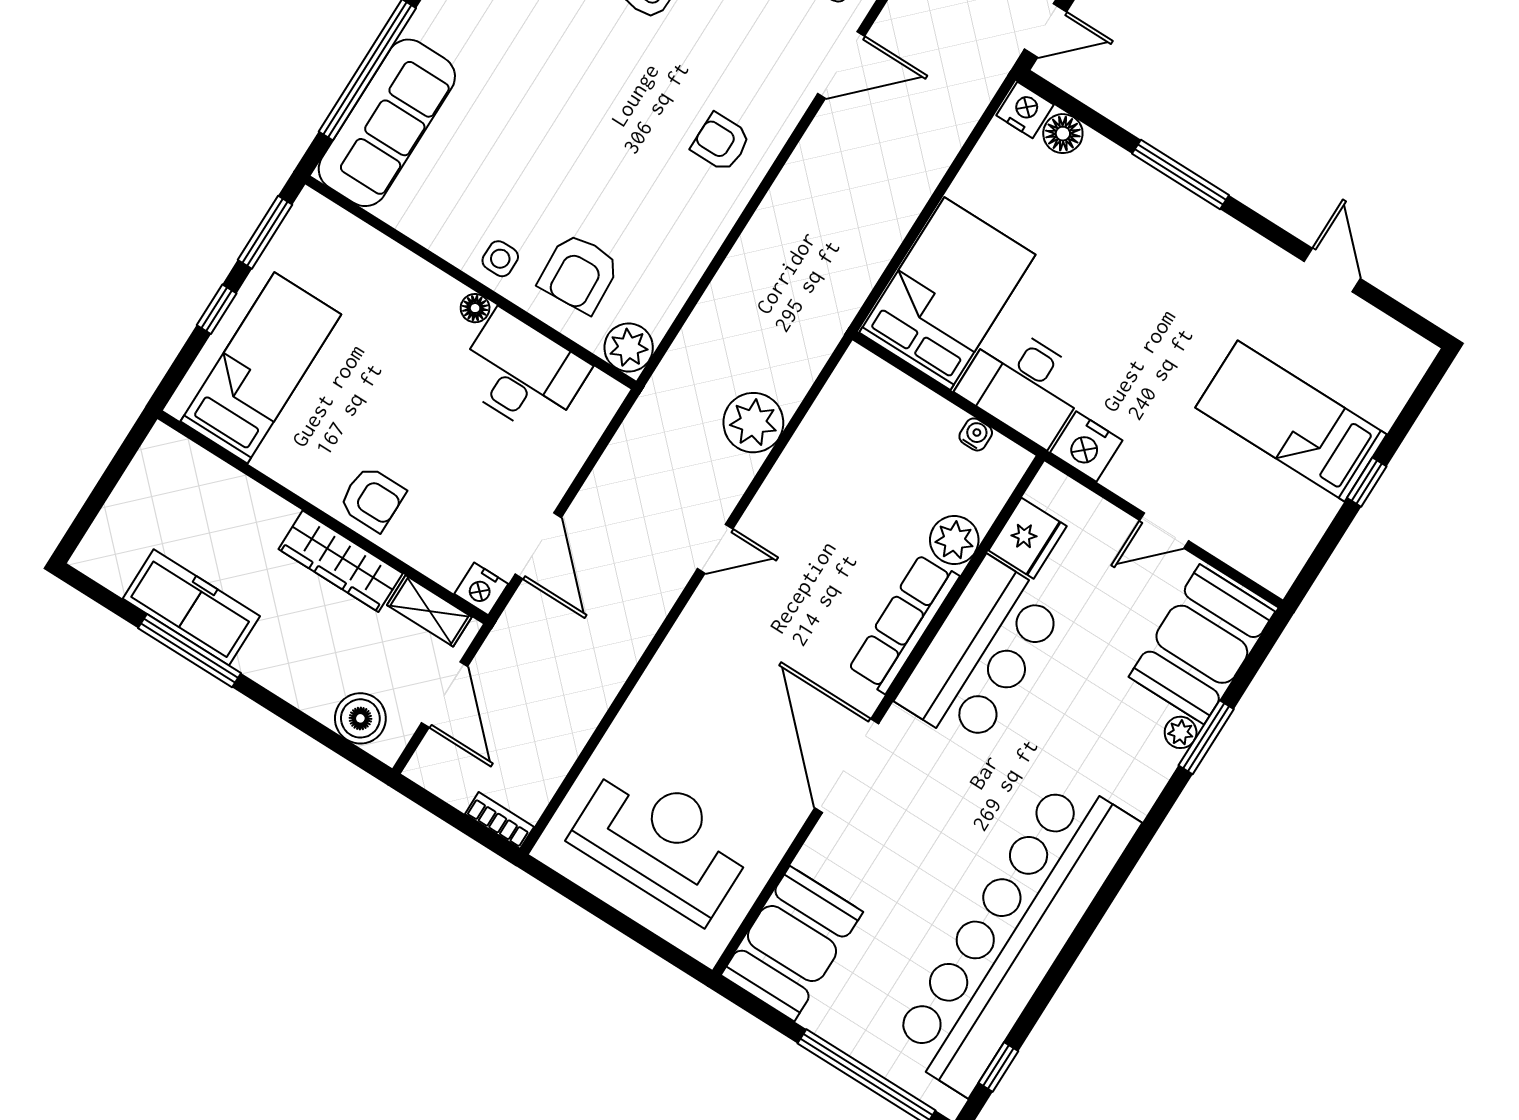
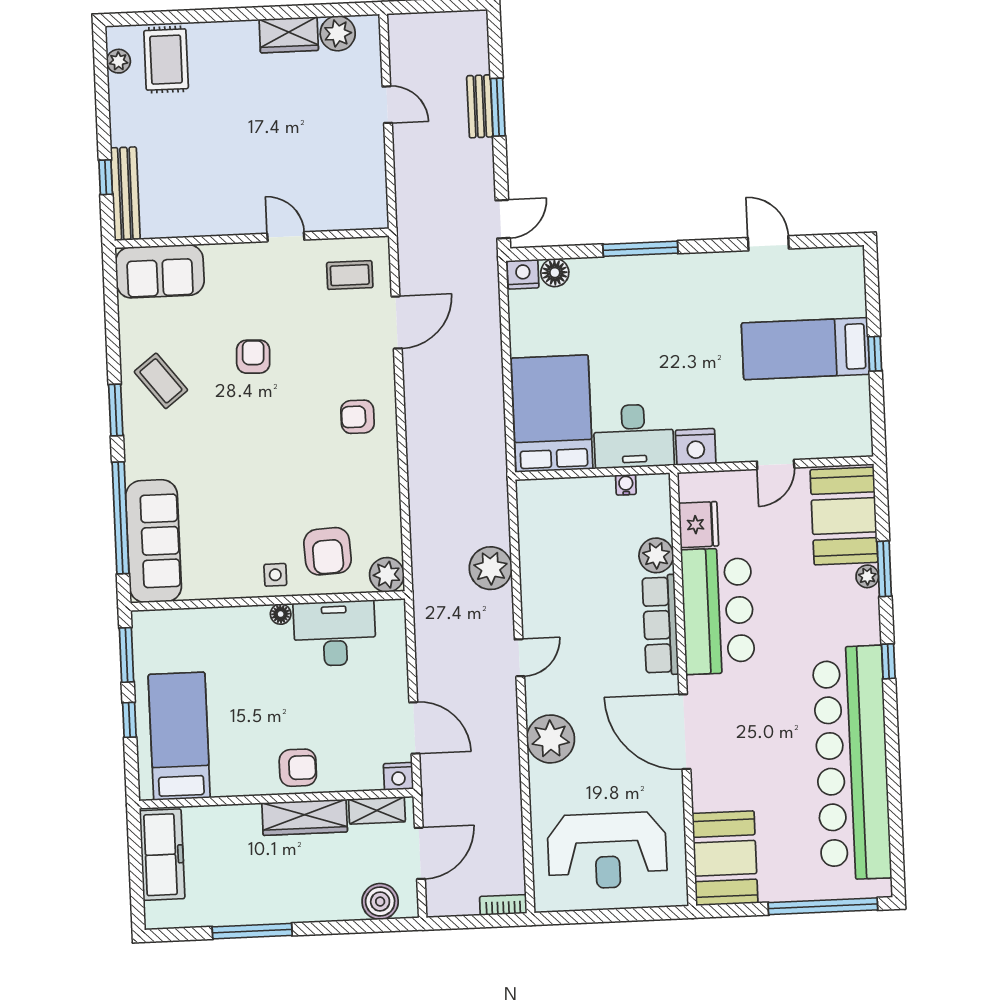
freezer: (191, 607) -> (162, 855), moved, turned 90
plant: (686, 667) -> (551, 739), added
door: (445, 695) -> (420, 853), hinge flipped
reception desk: (662, 841) -> (607, 851), turned 180
window: (998, 1067) -> (888, 661), moved

